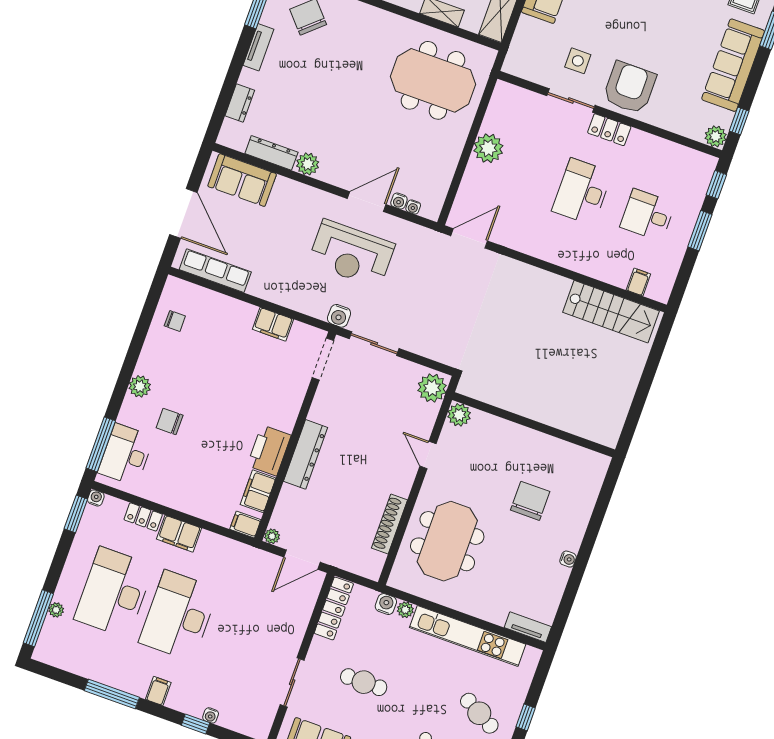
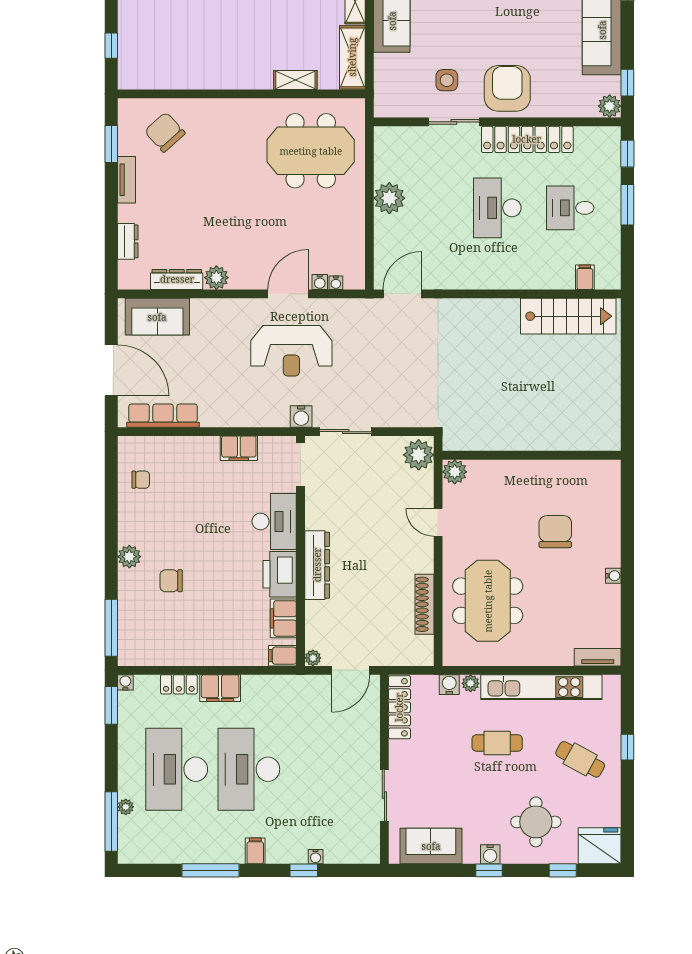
locker: (609, 130) -> (527, 139), width x2.16, depth x1.21
desk: (126, 455) -> (274, 521), moved, turned 180
cafe table: (364, 682) -> (497, 743), moved

